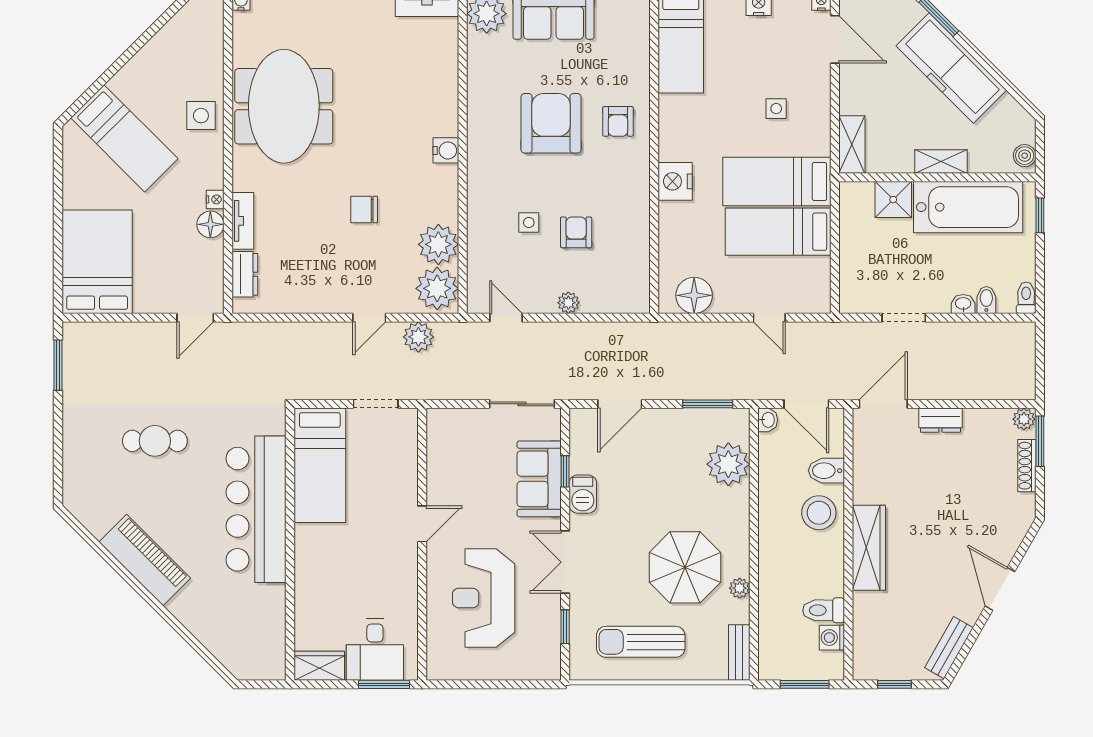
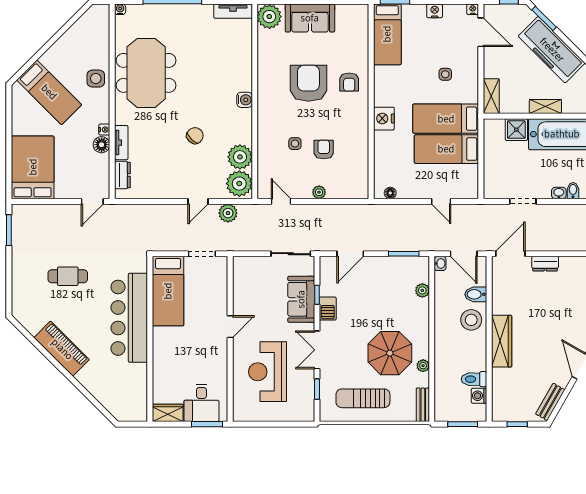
chair: (364, 210) -> (195, 136), turned 134
floor lamp: (694, 295) -> (390, 193), width x0.53, depth x0.53
plant: (728, 464) -> (422, 290), width x0.53, depth x0.53

